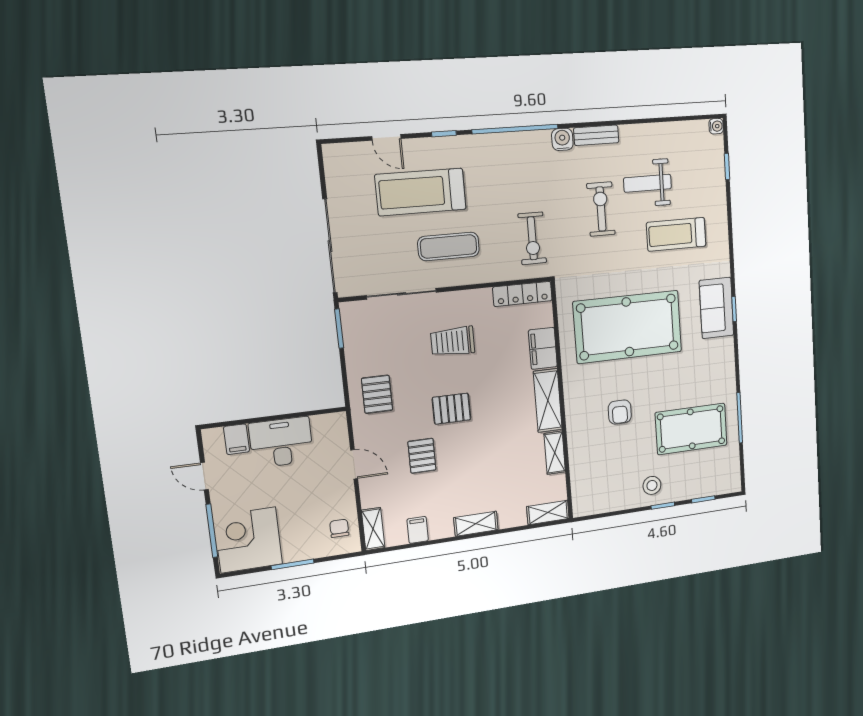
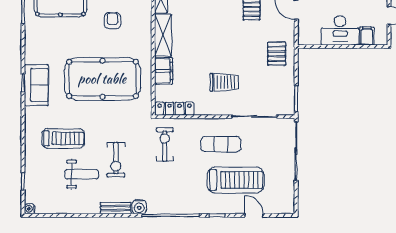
pallet: (451, 409) -> (229, 38), removed

